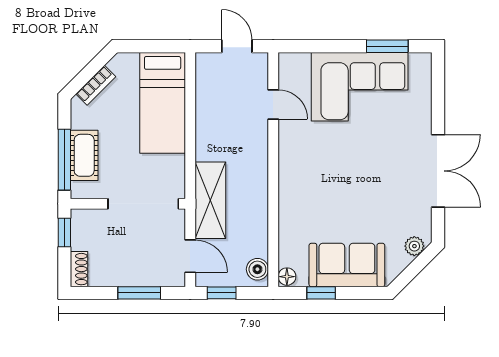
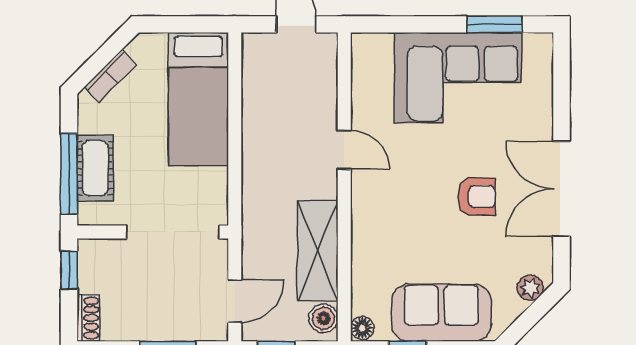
door: (273, 104) -> (344, 150), moved
double door: (438, 171) -> (561, 189), swing flipped
armchair: (374, 177) -> (477, 197), added
shelving: (210, 200) -> (318, 251), moved
door: (190, 256) -> (235, 301), hinge flipped

